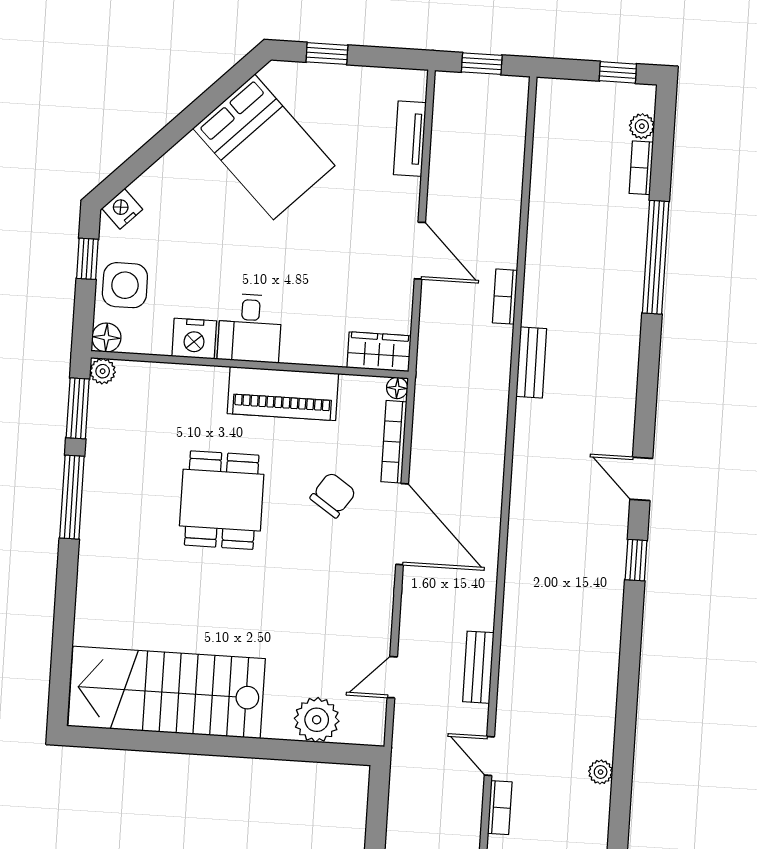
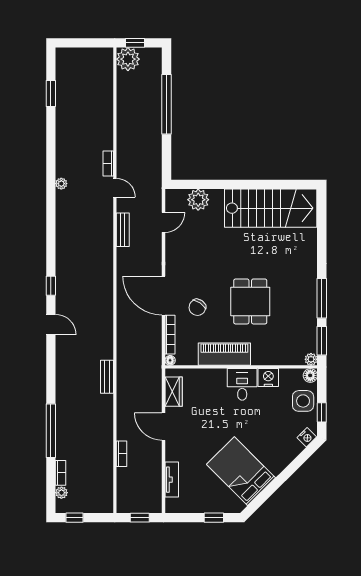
bookcase: (505, 297) -> (121, 454), moved
wardrobe: (379, 352) -> (174, 392), moved, turned -90

